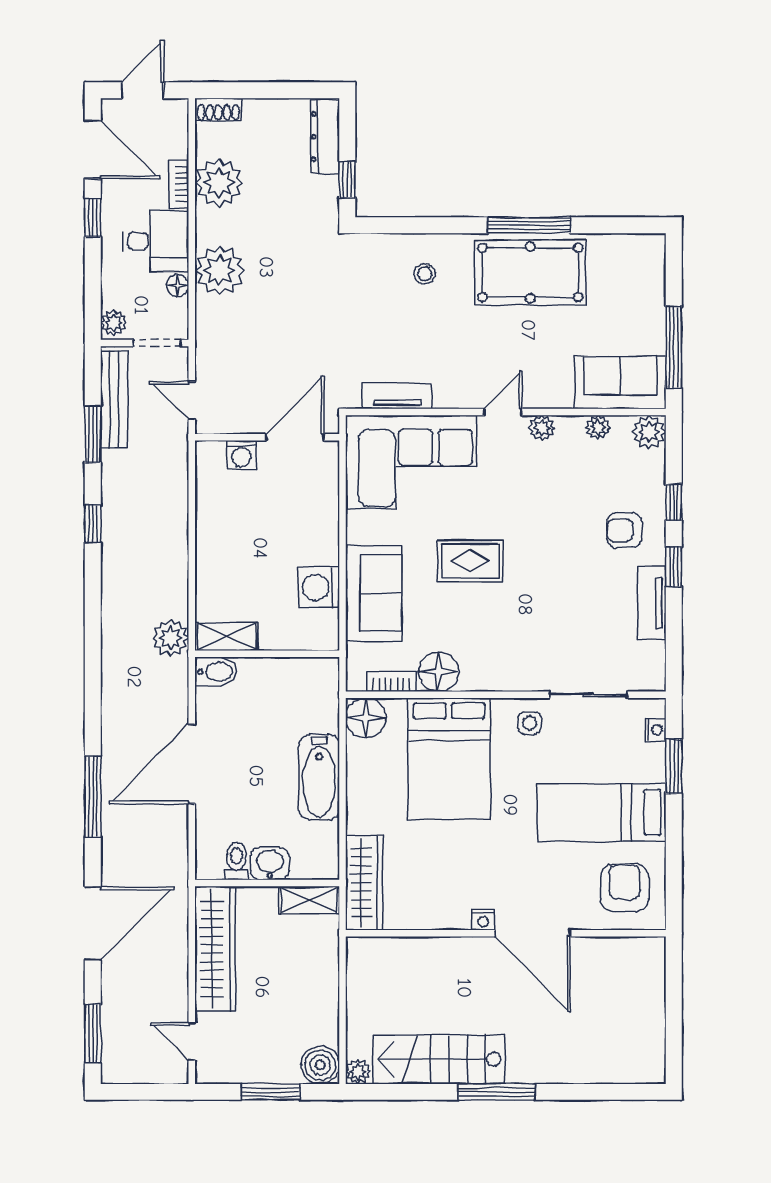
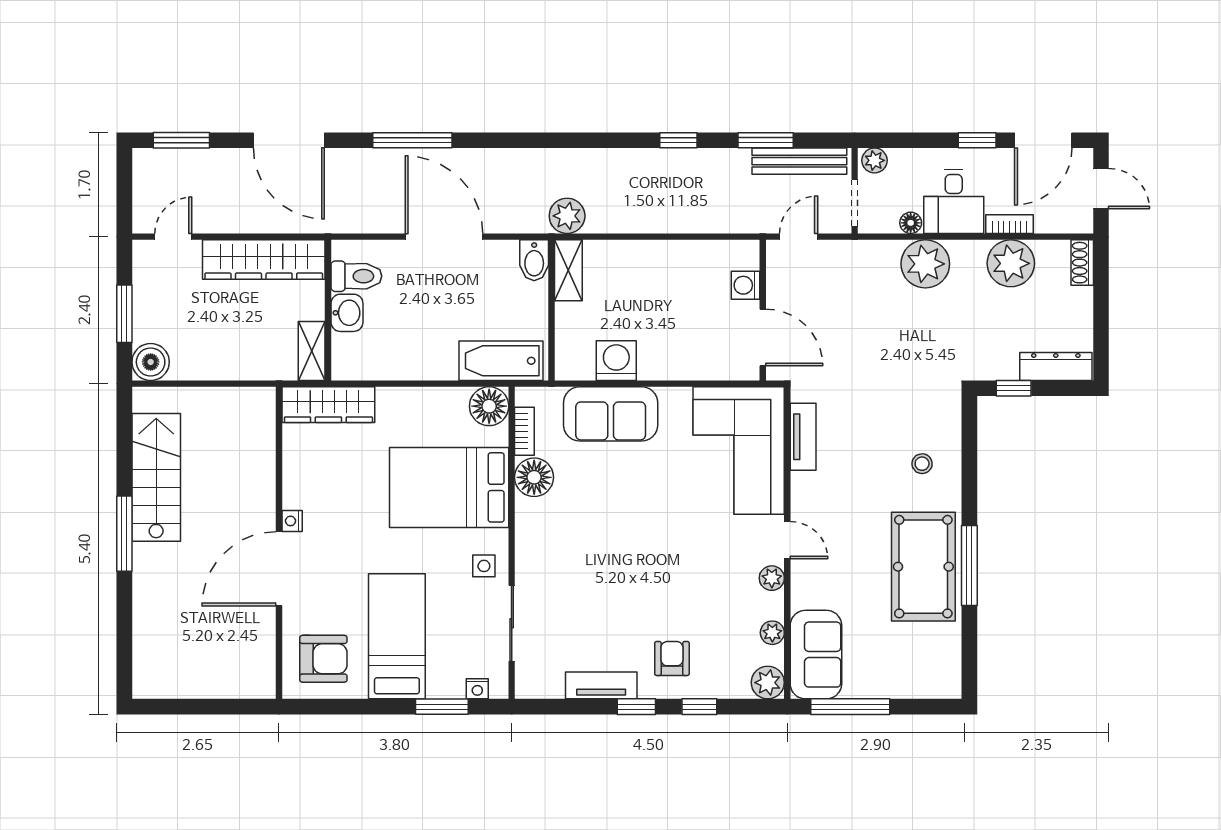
rug: (470, 561) -> (642, 508), removed
bathtub: (319, 777) -> (501, 361), moved
toilet: (237, 861) -> (356, 276), width x1.37, depth x1.39
plant: (358, 1072) -> (144, 399), removed

